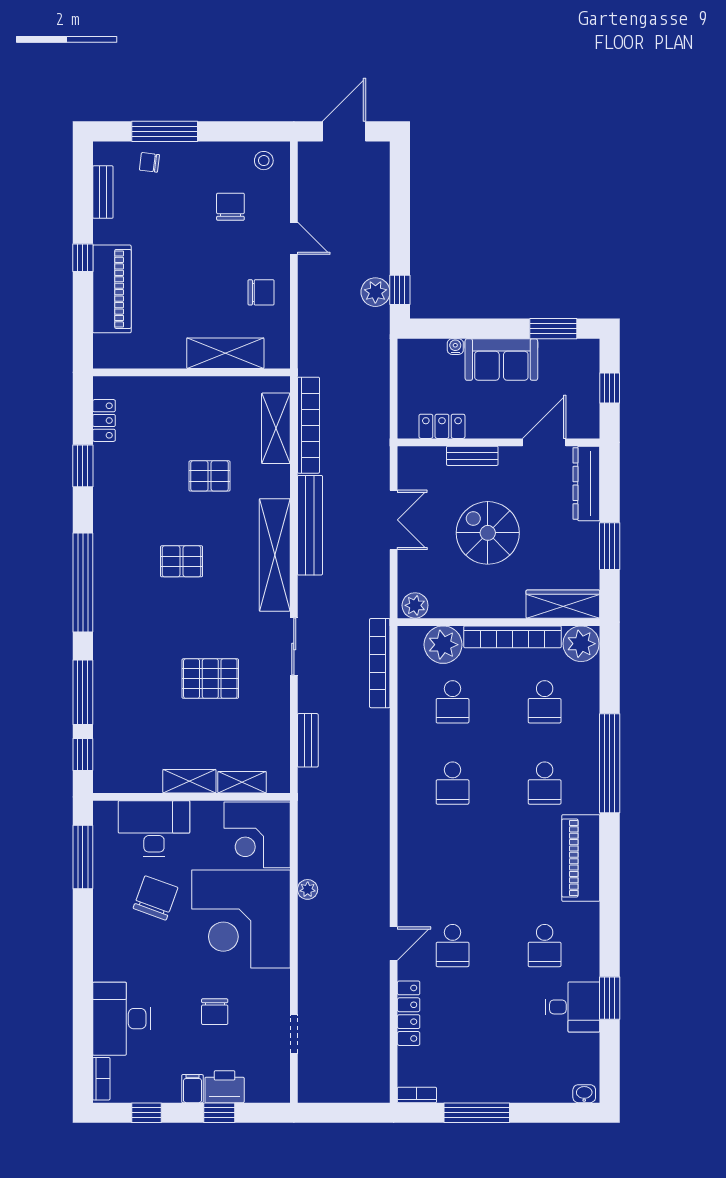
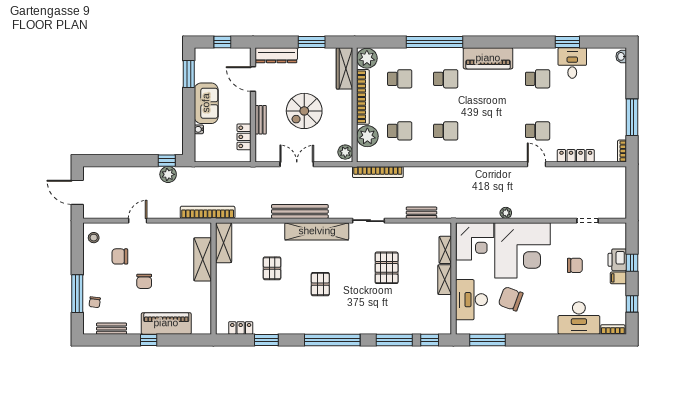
chair: (261, 292) -> (144, 281), moved, turned 180
bookcase: (308, 425) -> (208, 212), moved
shelving: (276, 428) -> (224, 243), moved, turned 90

